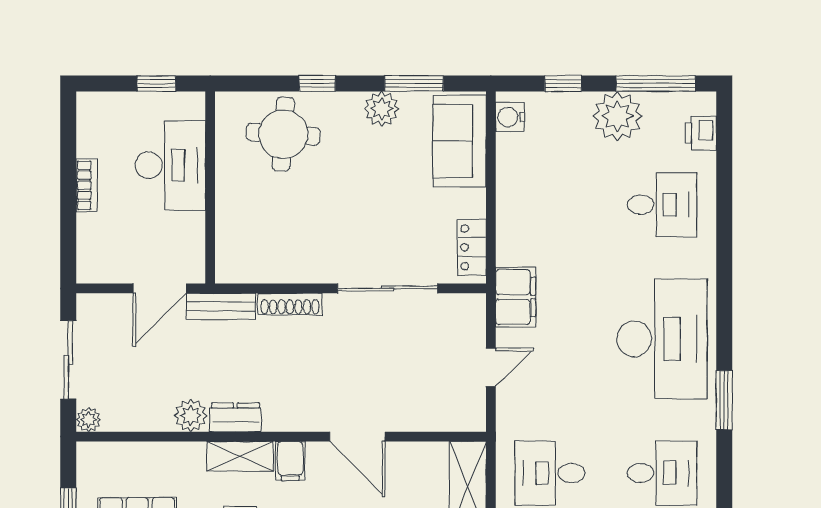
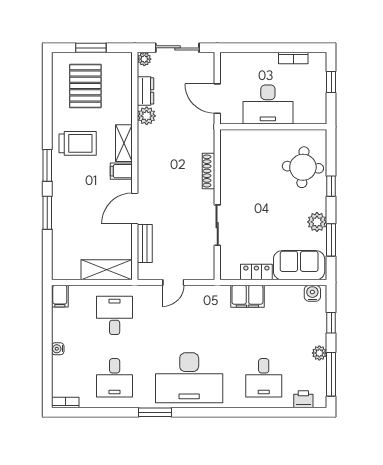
window: (156, 83) -> (331, 82), moved
plant: (617, 116) -> (319, 353), width x0.53, depth x0.53
desk: (170, 165) -> (268, 104), moved
bookcase: (87, 185) -> (293, 58), moved
locker: (472, 247) -> (256, 272), moved
sliding door: (388, 288) -> (217, 225), width x0.73
filing cabinet: (516, 297) -> (247, 296), moved
bench: (221, 306) -> (145, 243), moved
door: (491, 367) -> (173, 283), hinge flipped
dresser: (235, 417) -> (146, 91), moved

